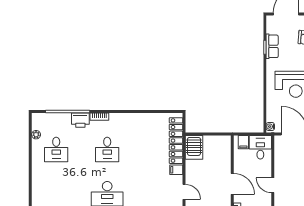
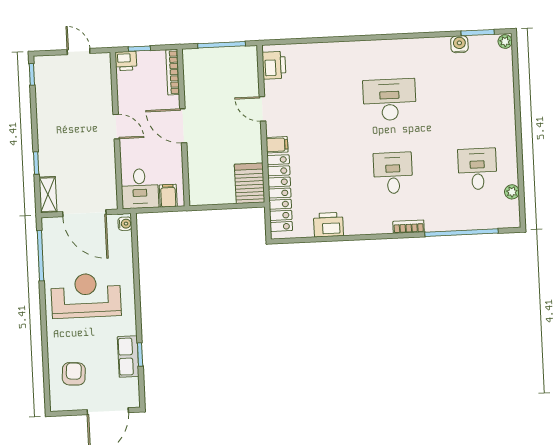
printer: (80, 120) -> (328, 225), moved

